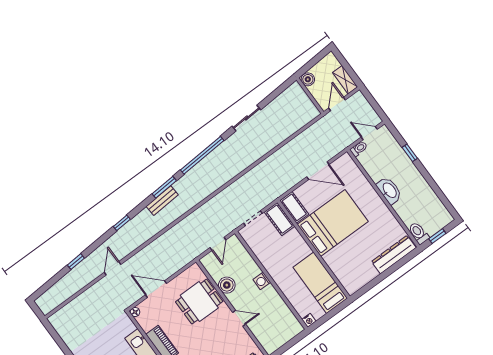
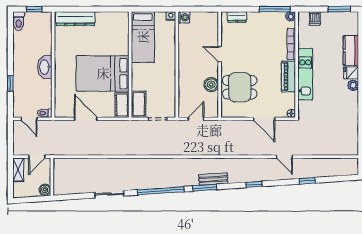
toilet: (419, 233) -> (19, 21), moved
door: (113, 268) -> (284, 157), hinge flipped
washing machine: (262, 281) -> (184, 17), moved

